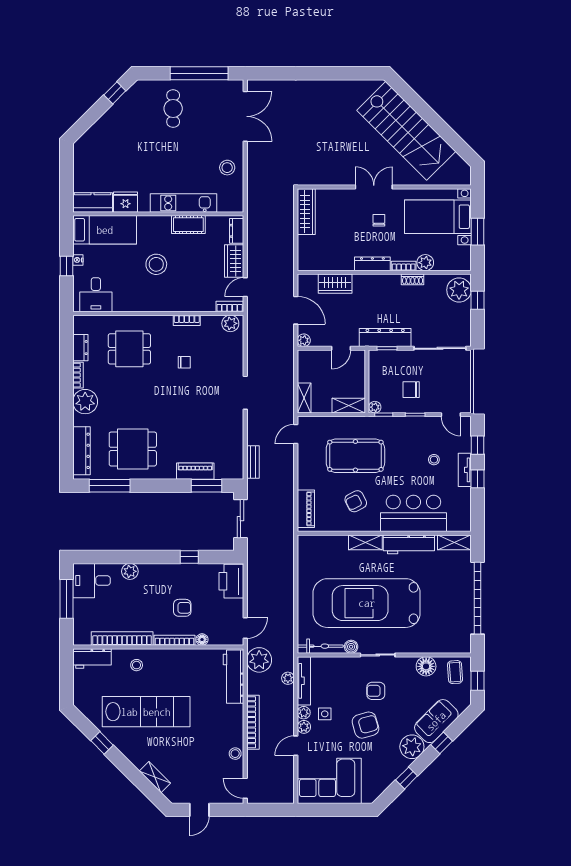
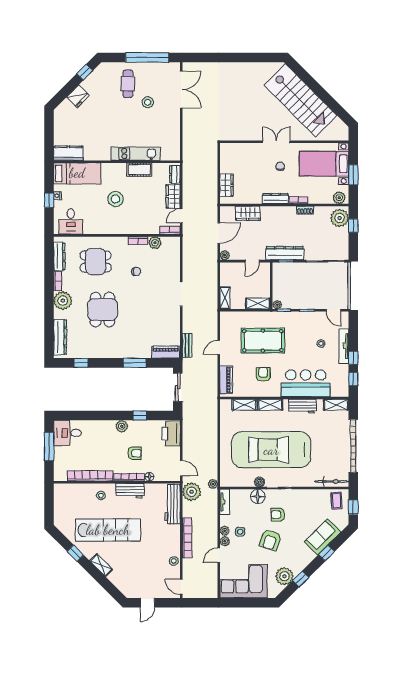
stool: (227, 168) -> (148, 102), moved
fridge: (125, 202) -> (78, 96), moved, turned 135
wardrobe: (306, 212) -> (226, 185), moved, width x0.67
plant: (425, 263) -> (339, 198), moved
door: (296, 310) -> (219, 233), hinge flipped
plant: (230, 323) -> (155, 243), moved
dresser: (80, 348) -> (59, 256), width x1.44
chair: (411, 390) -> (304, 292), removed
door: (296, 434) -> (219, 348), moved
window: (478, 445) -> (353, 379), moved
dining table: (133, 449) -> (102, 310), moved, turned 90
tv unit: (465, 470) -> (344, 346), width x1.41
piano: (195, 471) -> (166, 352), moved
window: (110, 486) -> (81, 363), width x0.46
window: (206, 486) -> (135, 363), moved
armchair: (356, 501) -> (263, 374), turned 117
shelving: (331, 542) -> (244, 405), added
workbench: (409, 544) -> (302, 406), width x0.73
plant: (130, 571) -> (122, 426), moved
door: (245, 628) -> (181, 468), hinge flipped
bicycle: (320, 646) -> (332, 482), moved
workbench: (92, 659) -> (130, 491), moved
floor lamp: (426, 666) -> (258, 496), moved
plant: (288, 678) -> (213, 484), moved
tv unit: (304, 681) -> (225, 502), width x0.71
armchair: (365, 725) -> (270, 540), turned 124
plant: (412, 747) -> (284, 576), moved
shelving: (155, 777) -> (101, 565), moved

